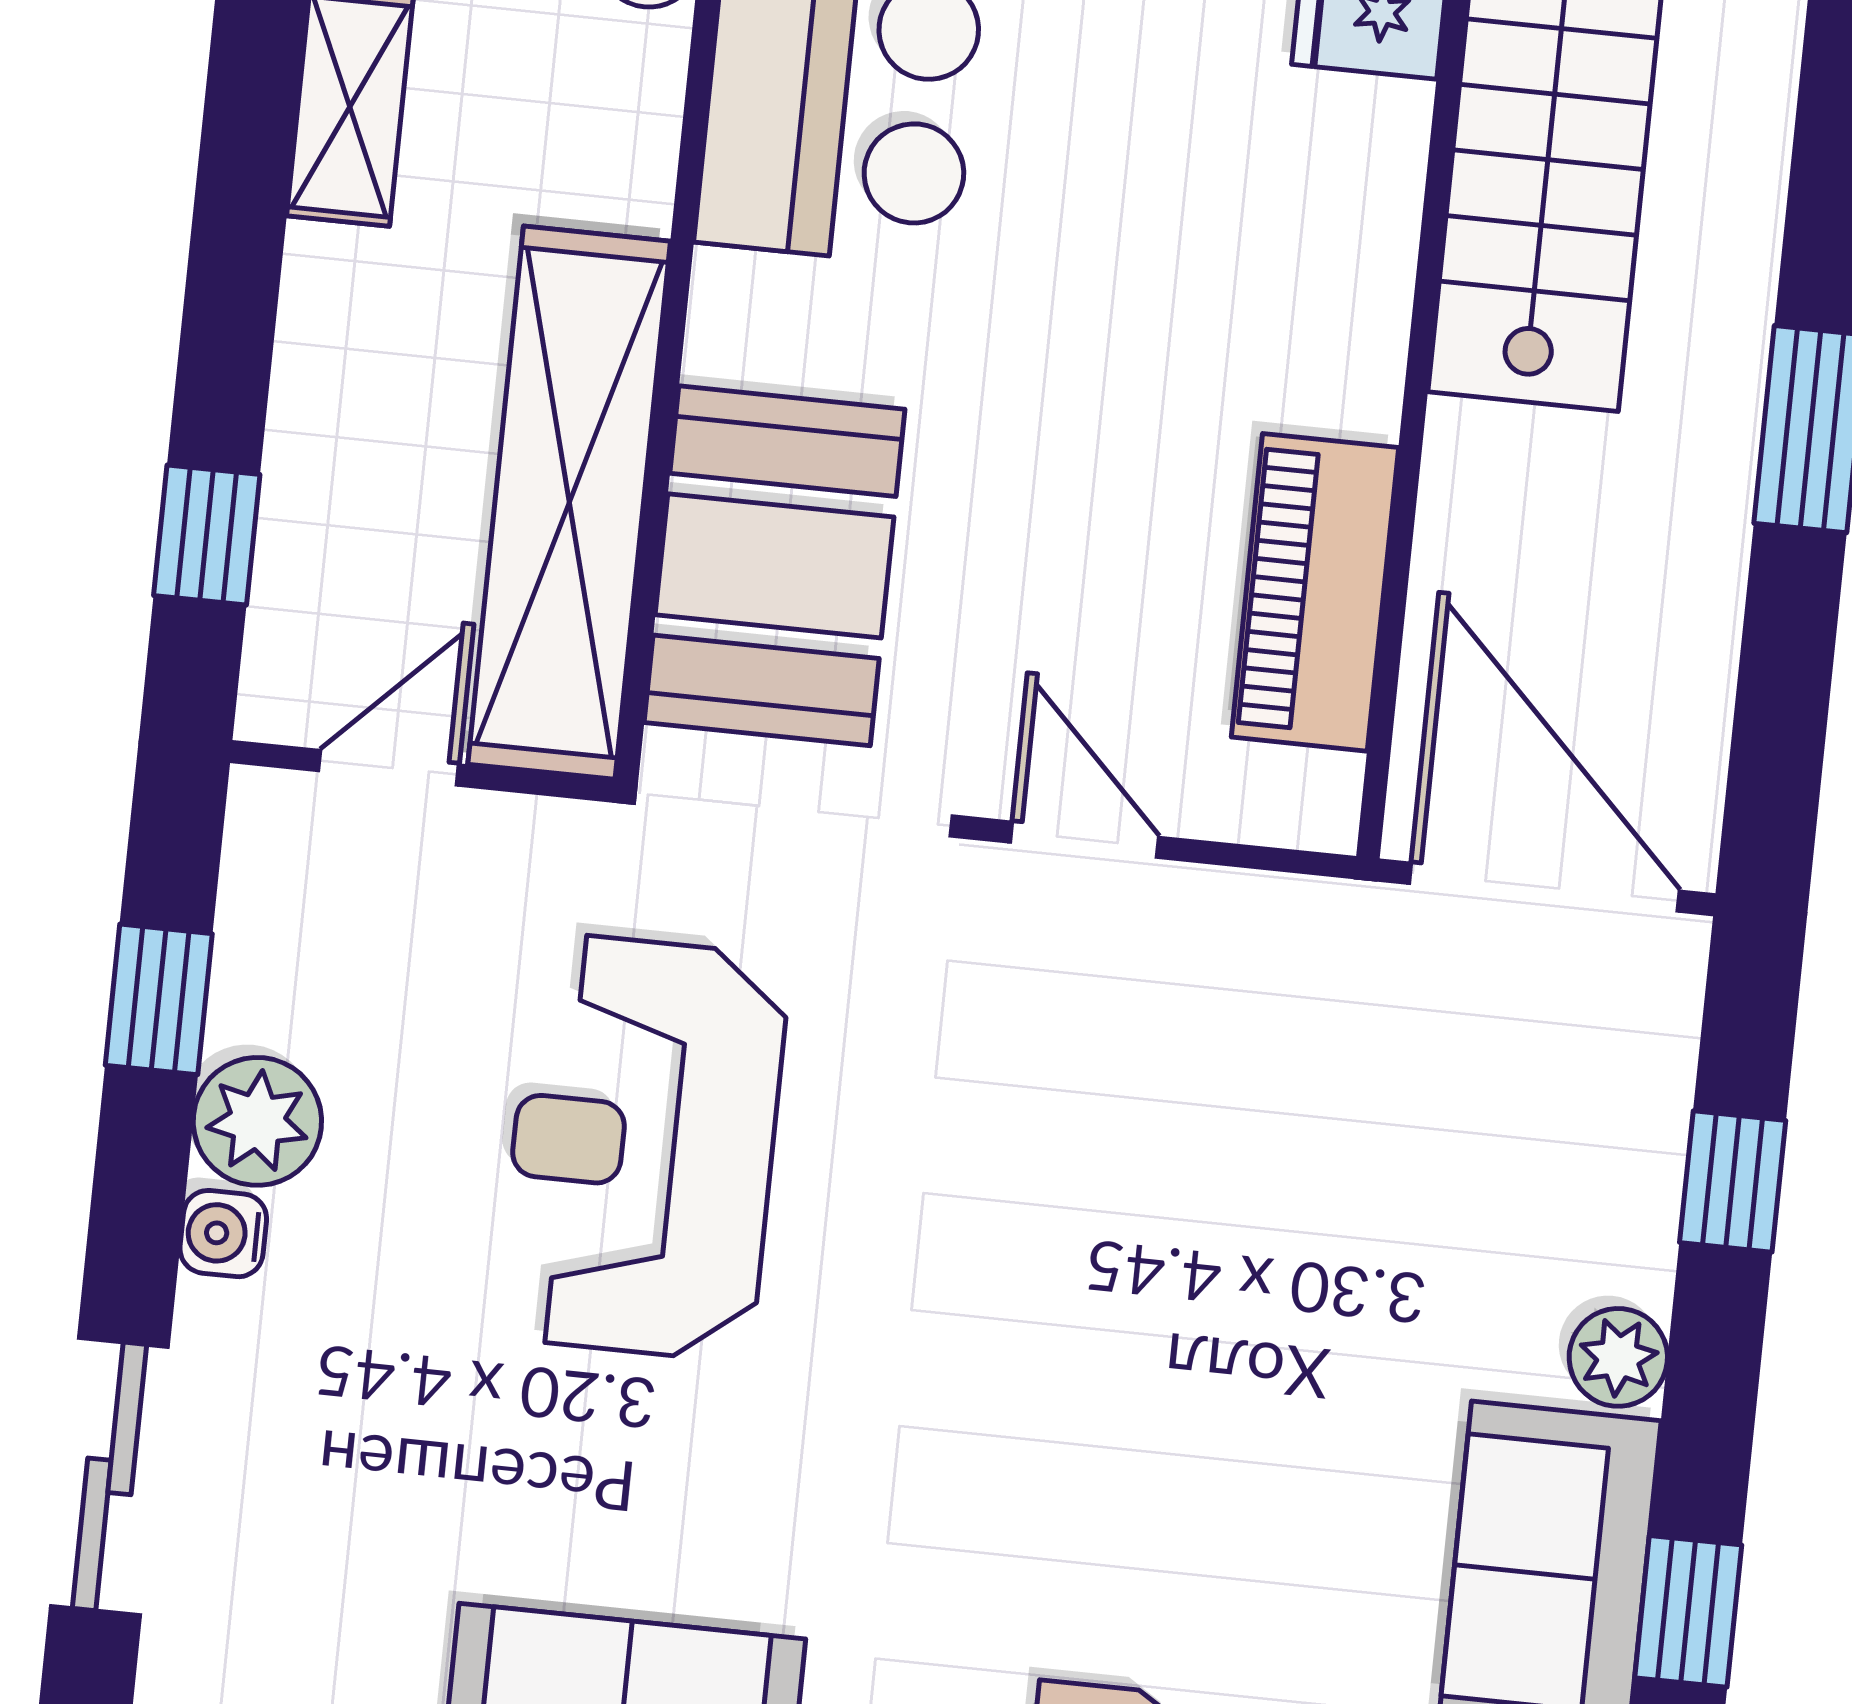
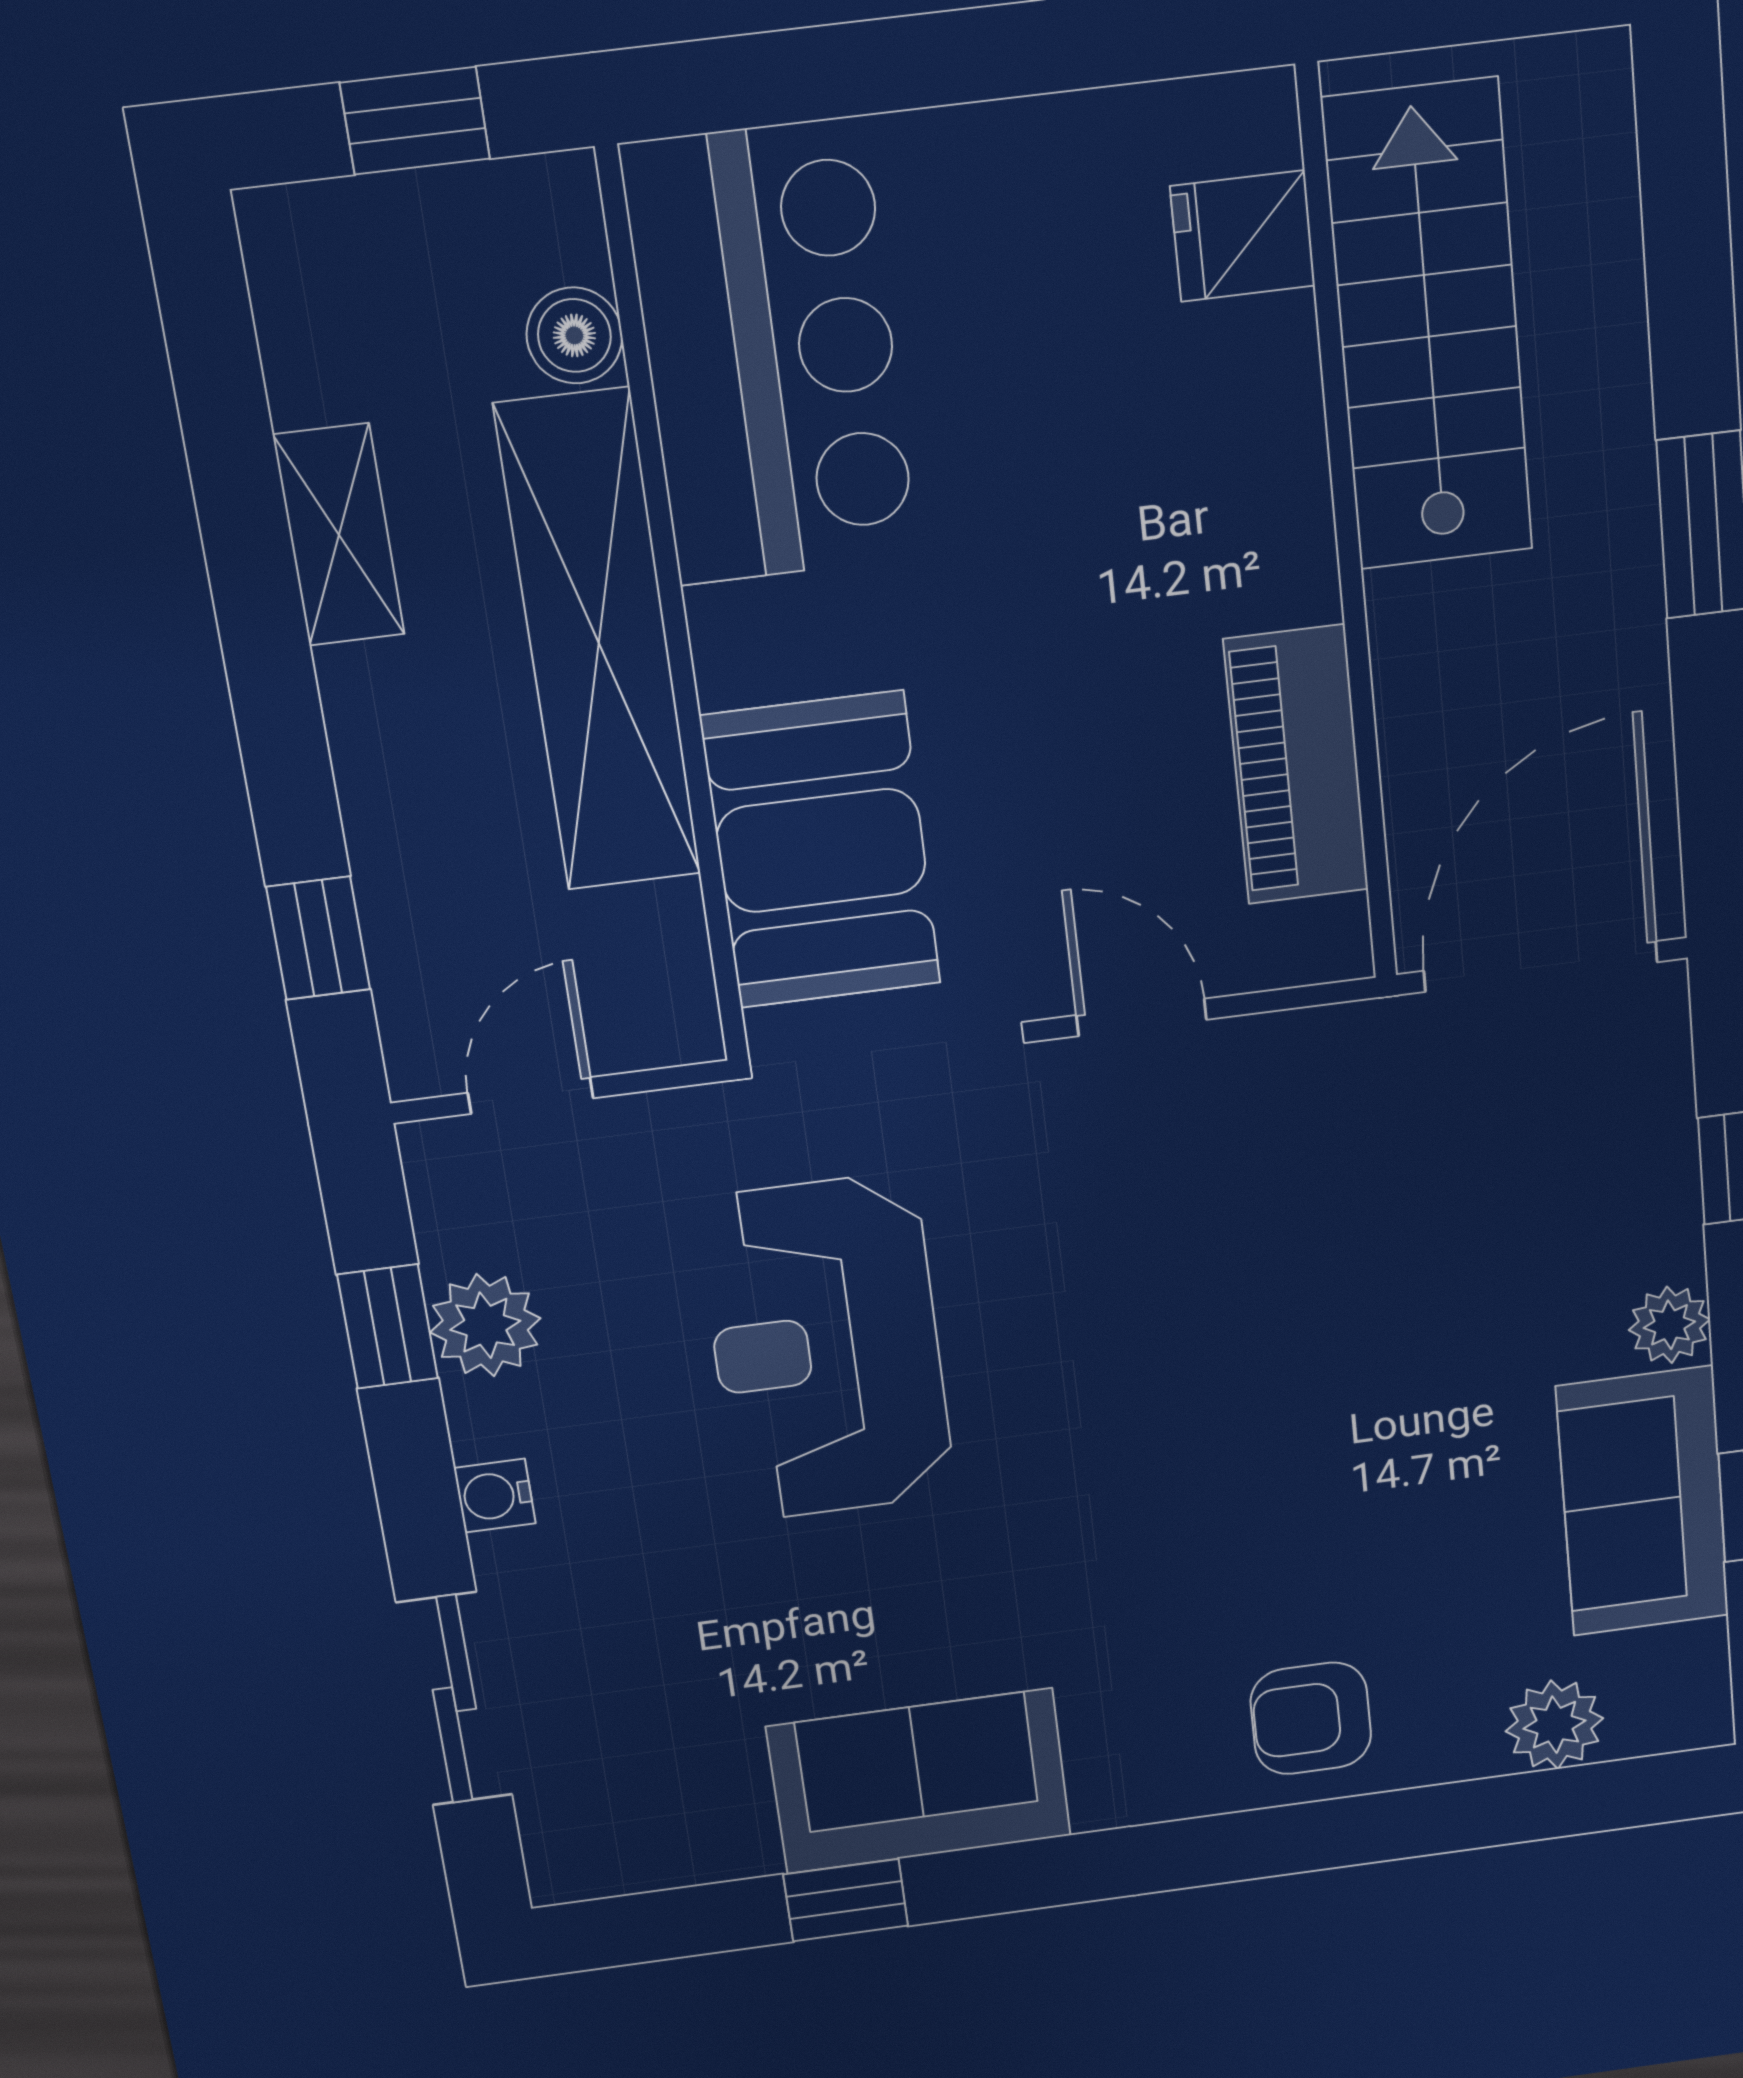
shelving: (569, 503) -> (599, 643), moved
door: (1544, 887) -> (1541, 966), hinge flipped
plant: (257, 1121) -> (485, 1325), moved

